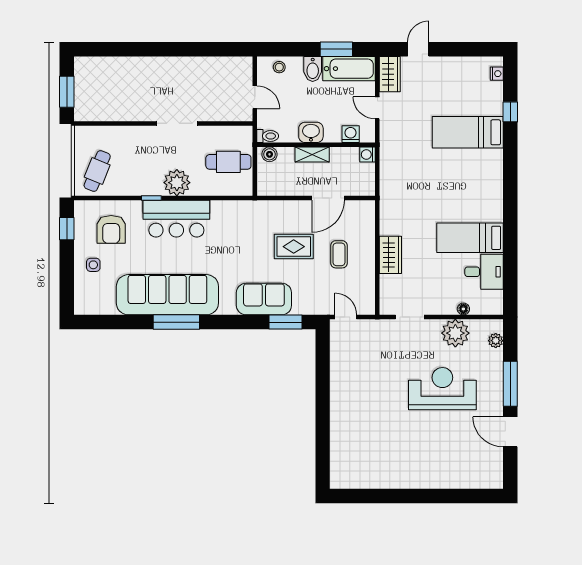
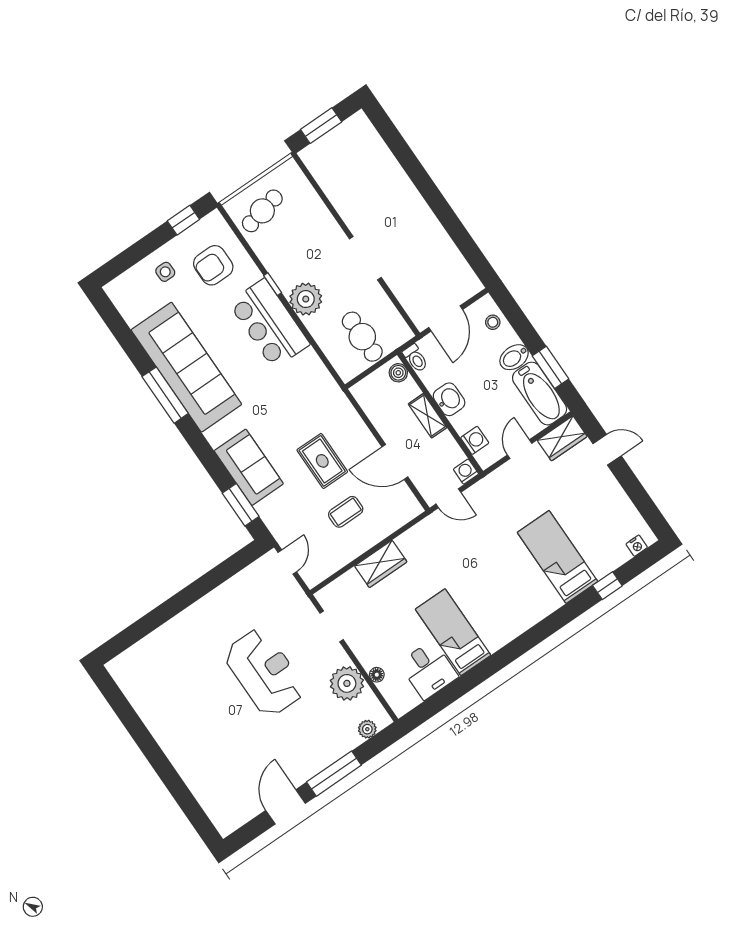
door: (255, 97) -> (446, 318), width x1.38
cafe table: (97, 171) -> (262, 211), turned -35
door: (377, 179) -> (448, 498), added
reception desk: (442, 389) -> (265, 672), moved

